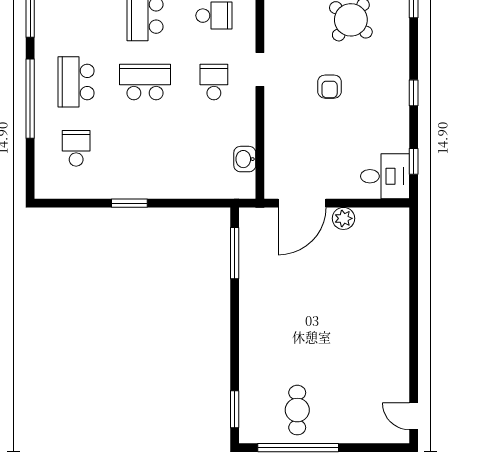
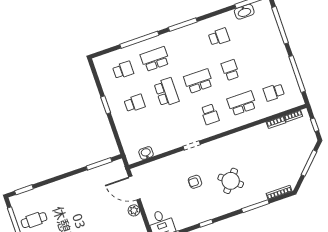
school desk: (214, 82) -> (135, 103), moved

